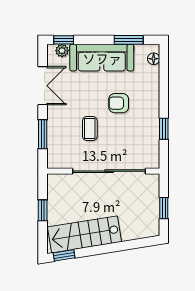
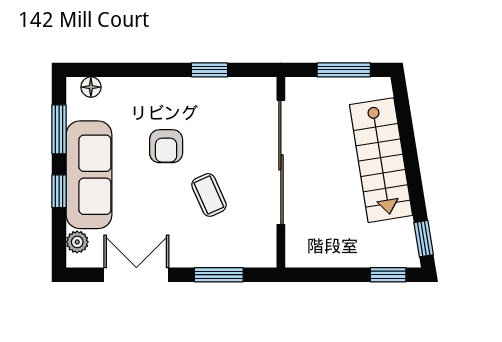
window: (64, 40) -> (59, 191), moved
coffee table: (90, 128) -> (209, 195), turned 66
window: (164, 208) -> (344, 70), width x1.50
window: (43, 210) -> (388, 275), moved
stairs: (84, 234) -> (381, 160), moved

